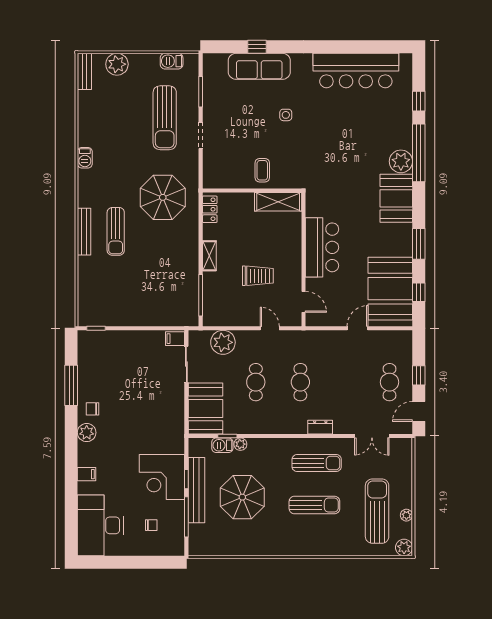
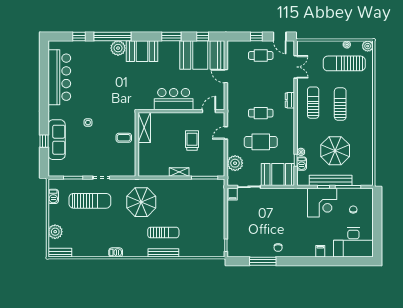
locker: (210, 209) -> (149, 172), removed
cafe table: (256, 382) -> (261, 142), width x1.37, depth x1.35
plant: (87, 433) -> (293, 251), removed

